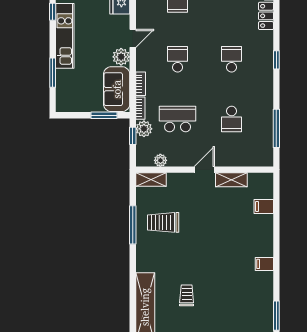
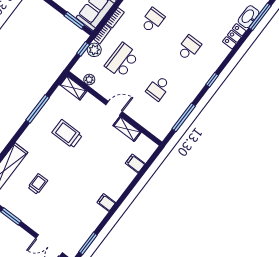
window: (276, 60) -> (212, 80), moved
school desk: (178, 119) -> (122, 60), turned -90
trolley: (163, 222) -> (67, 134), moved

